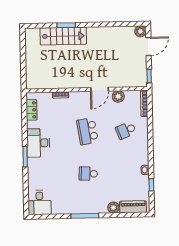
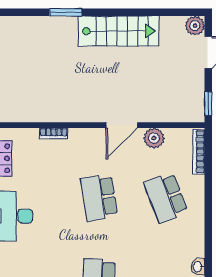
stairs: (63, 36) -> (118, 31), moved
school desk: (126, 130) -> (166, 197), width x1.85

